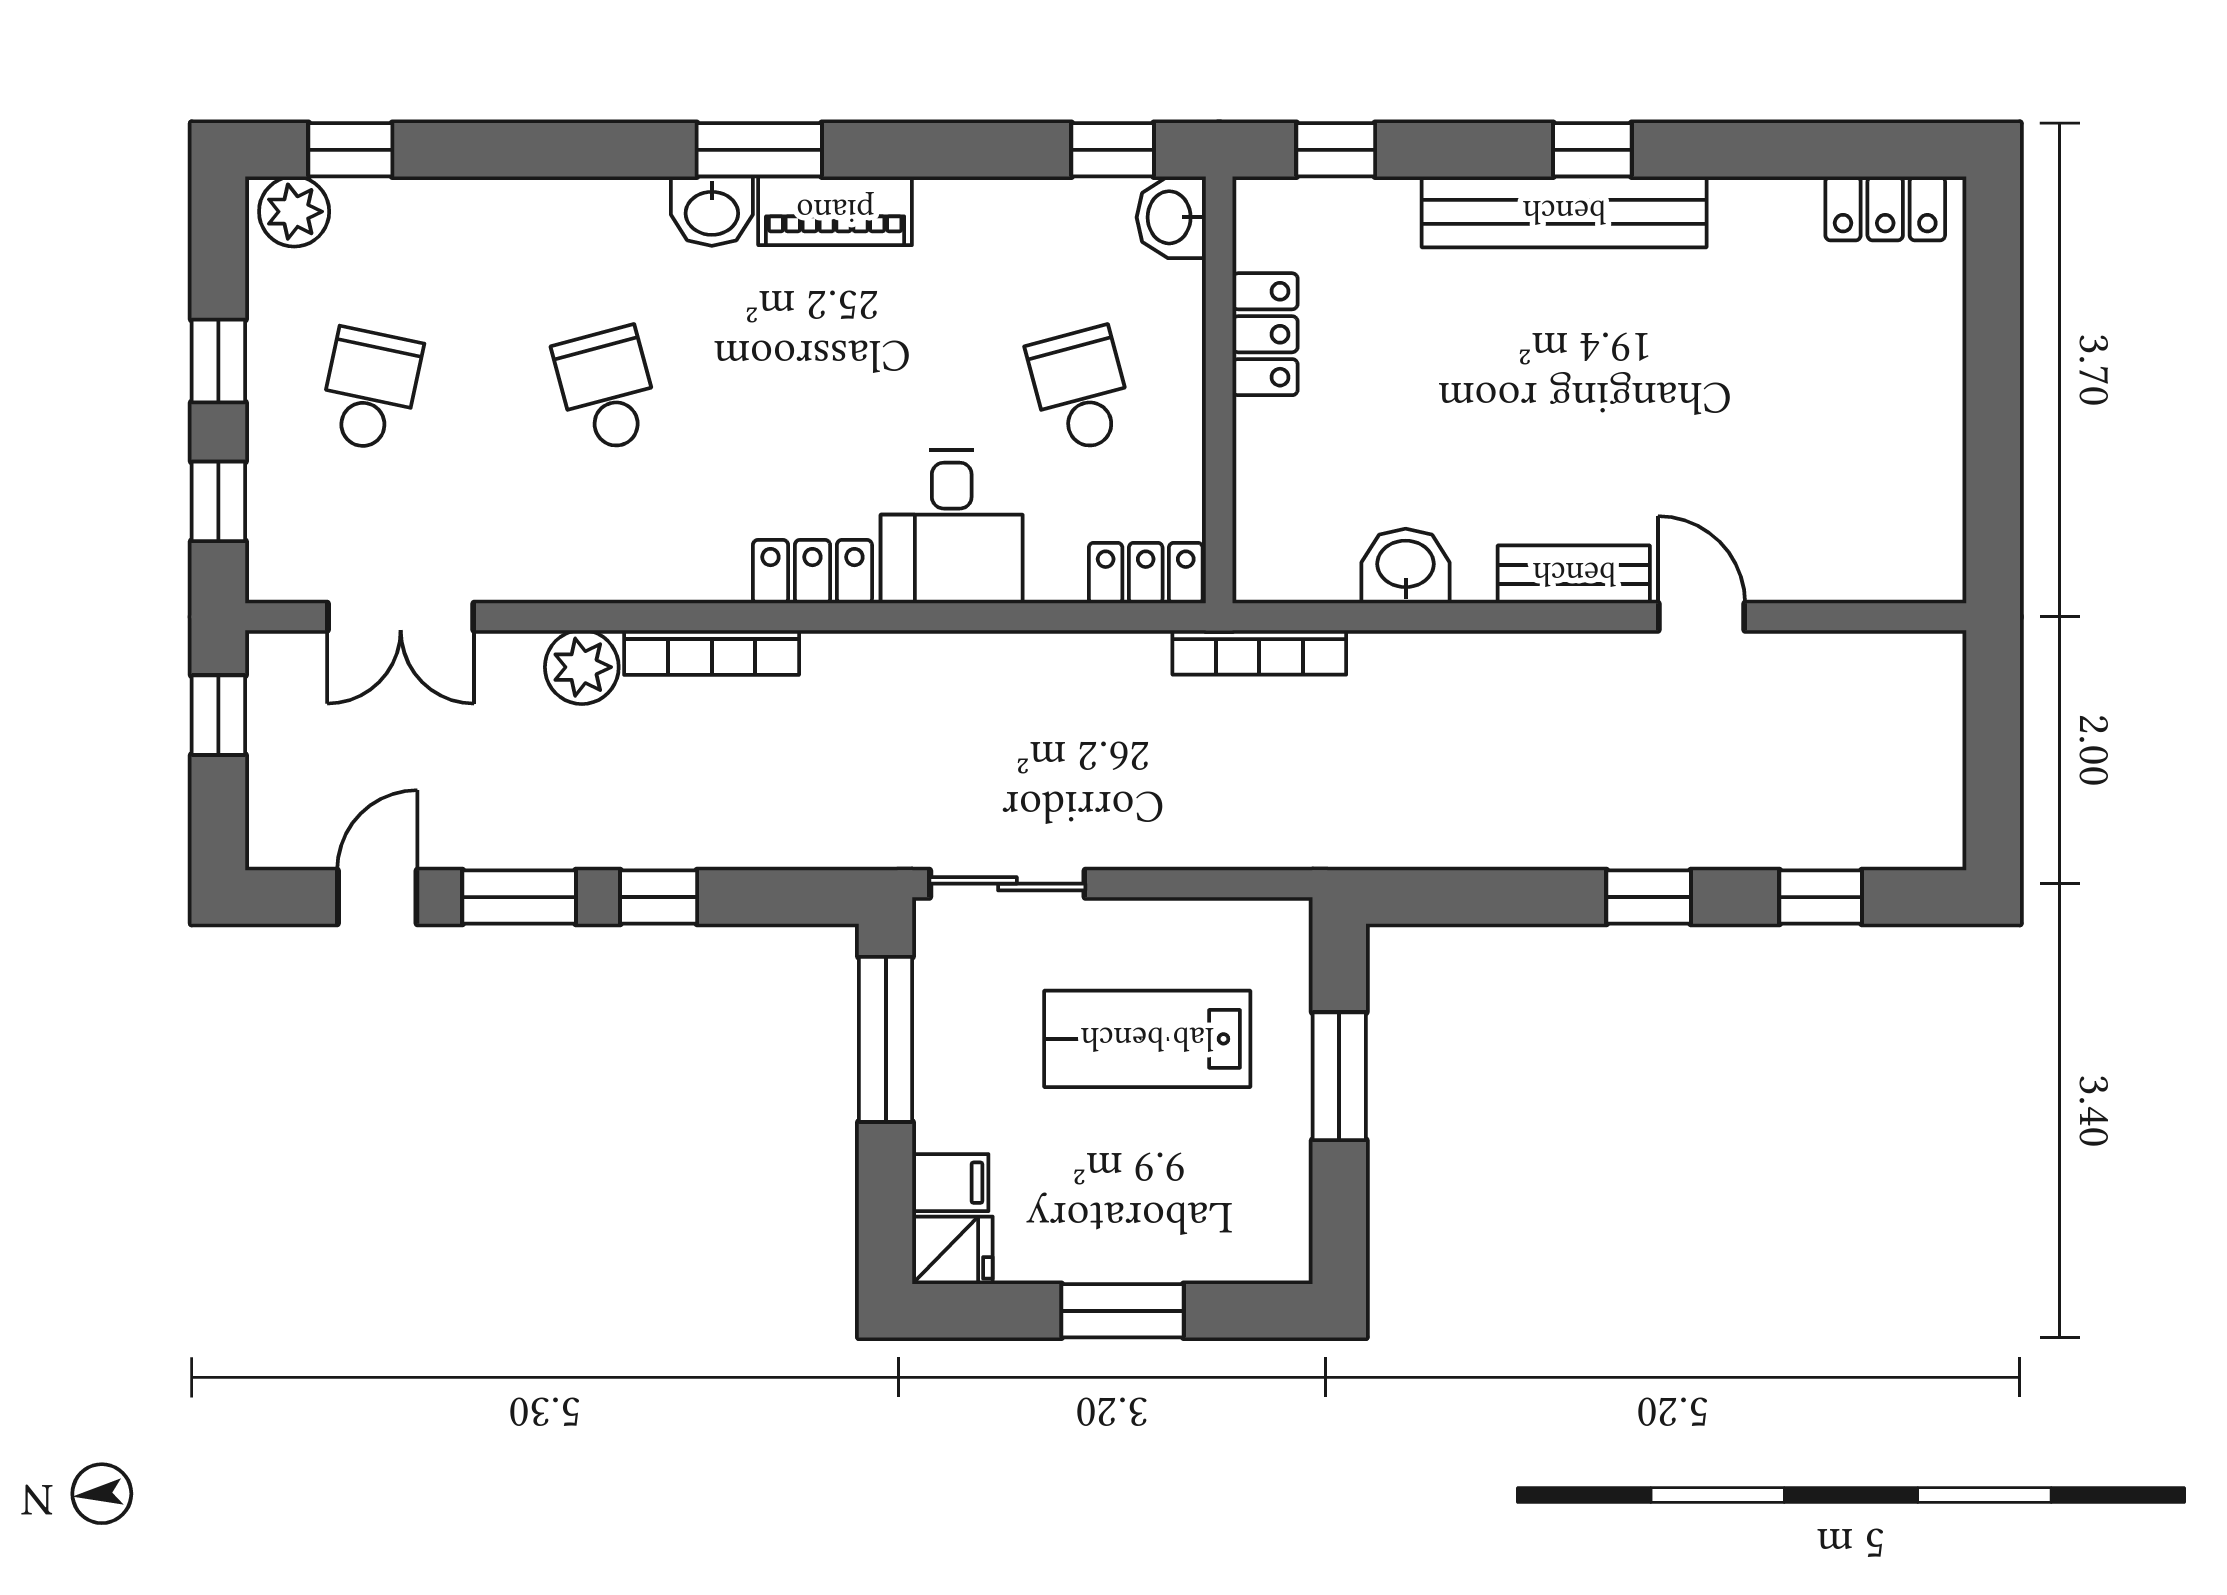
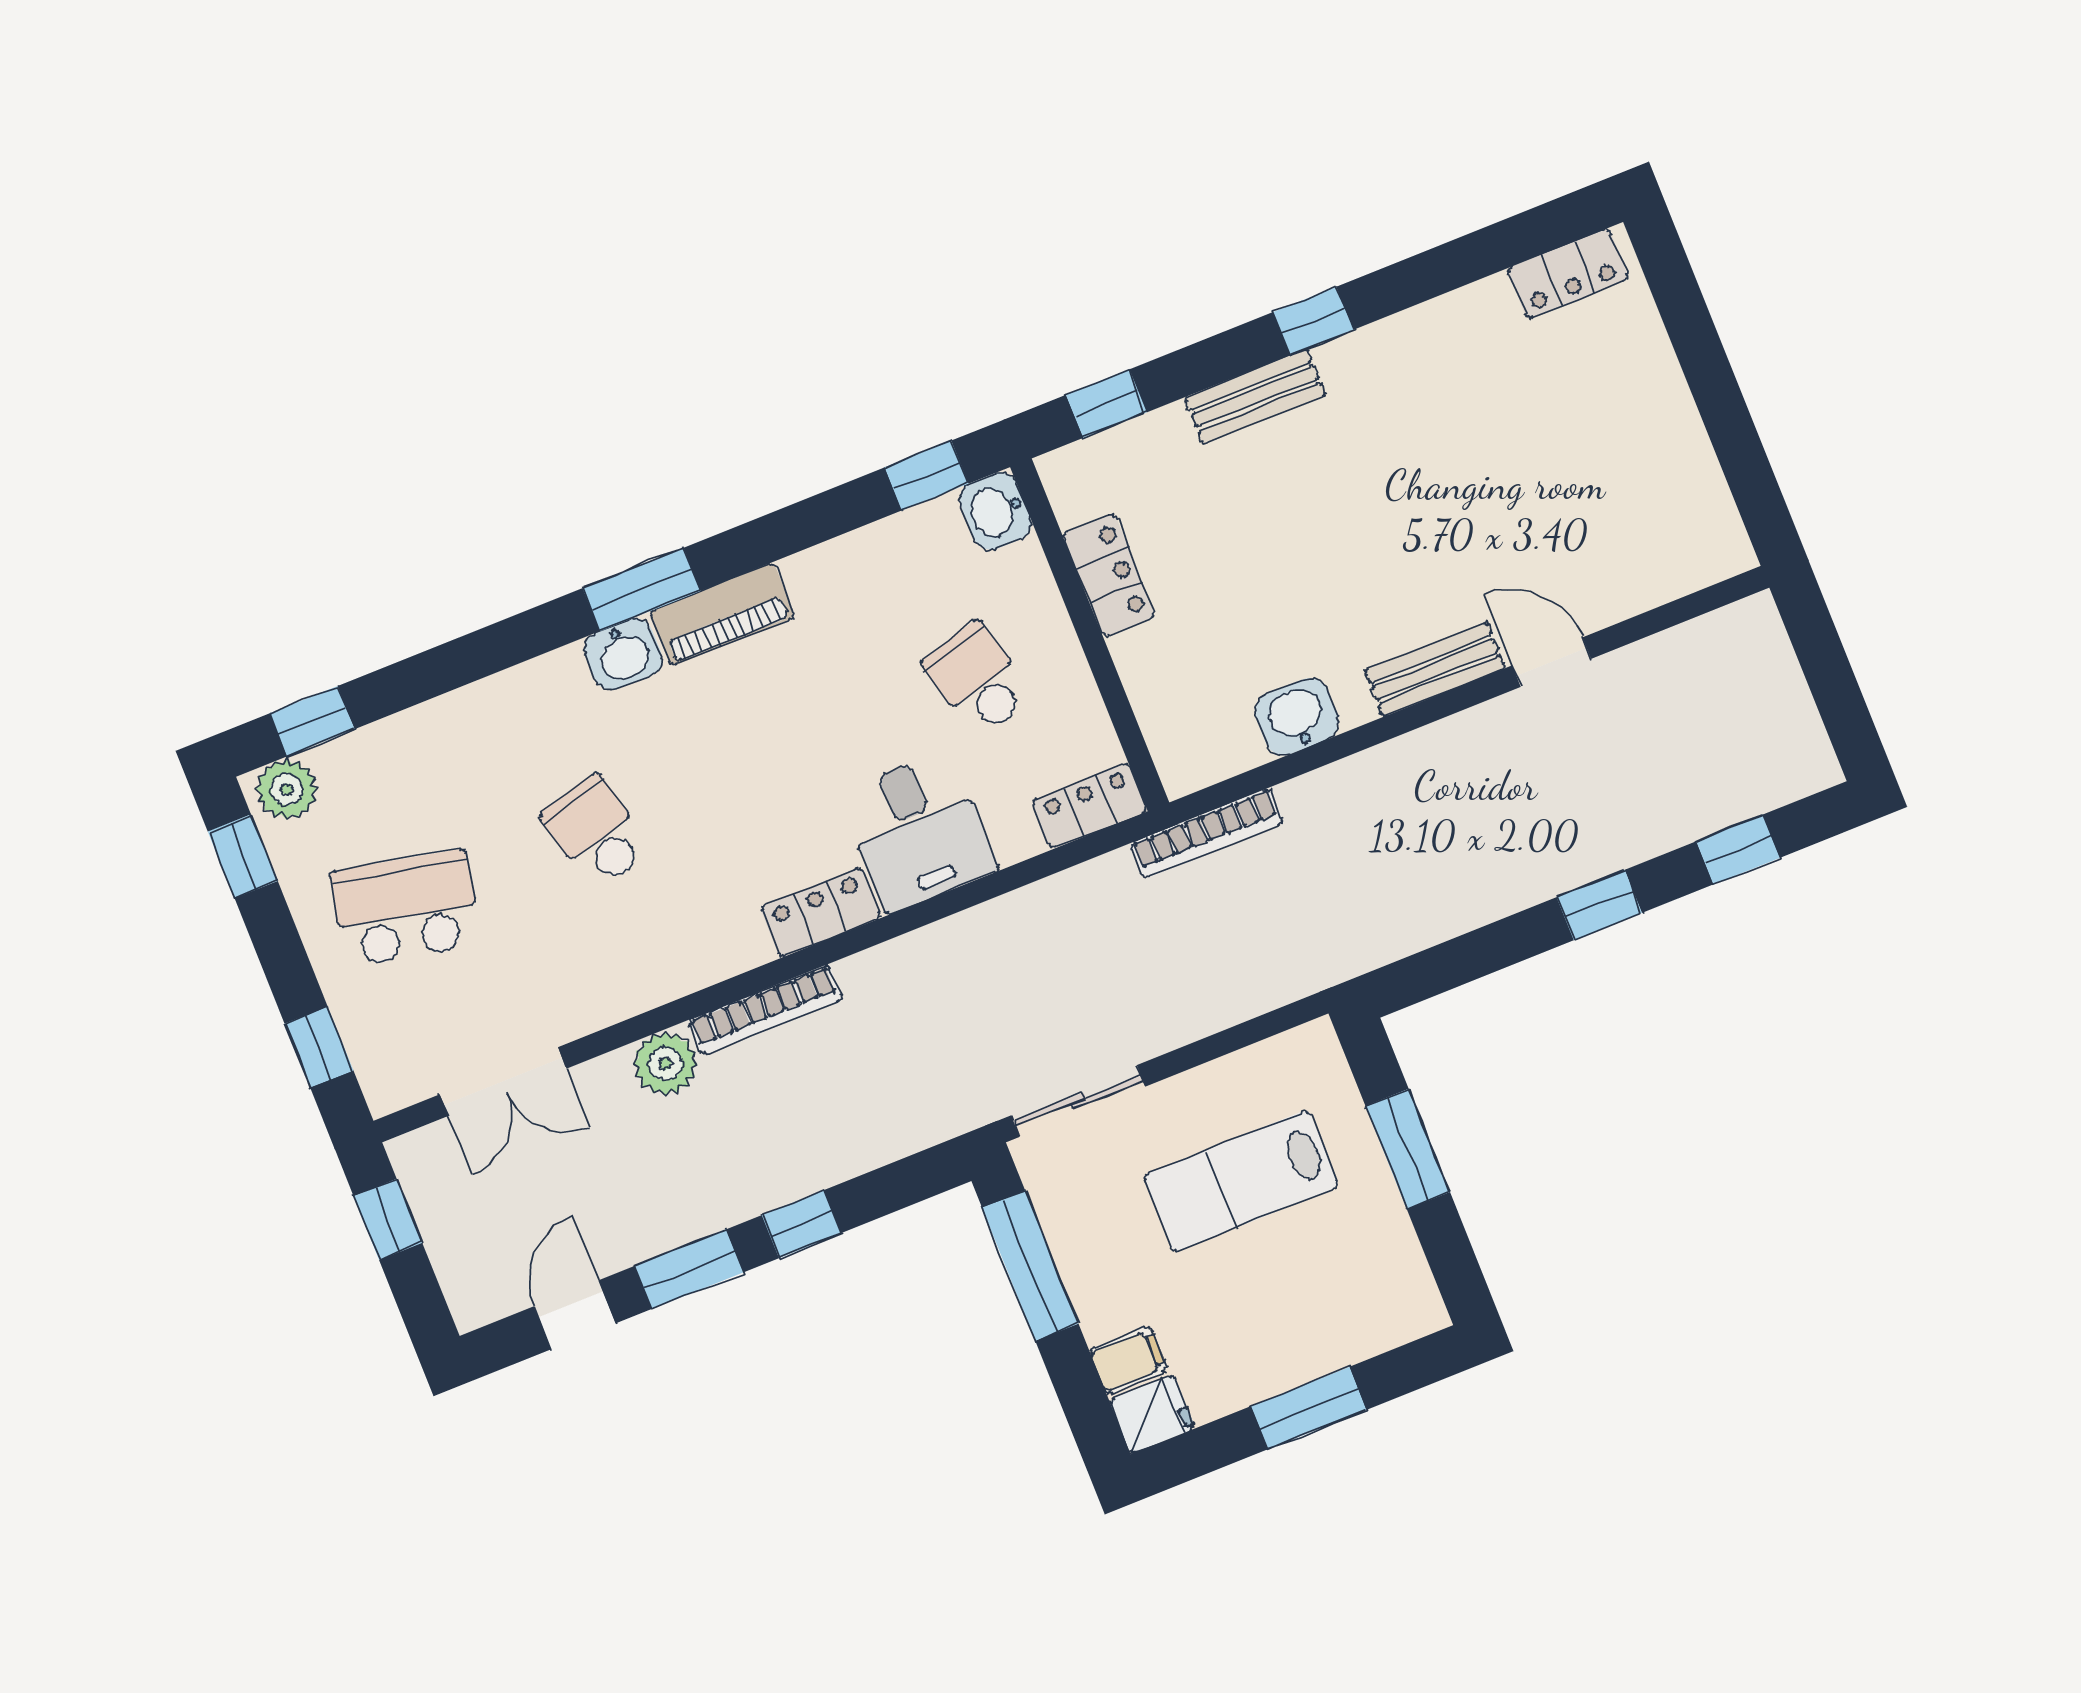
bench: (1564, 212) -> (1255, 396), width x0.54, depth x0.82
window: (218, 361) -> (243, 856), moved
school desk: (370, 390) -> (406, 908), width x1.85

